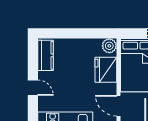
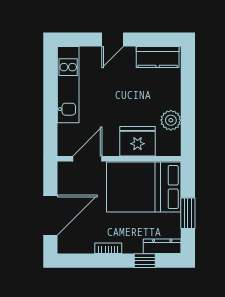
plant: (109, 46) -> (171, 120), moved

